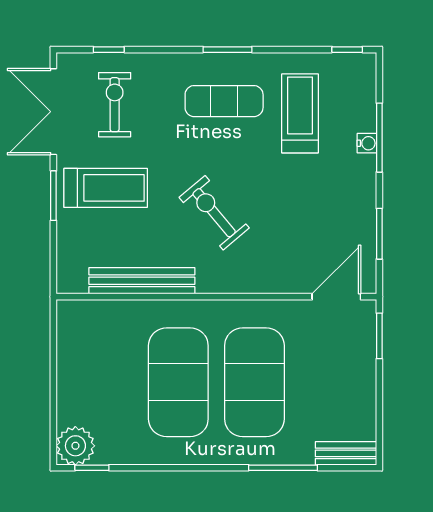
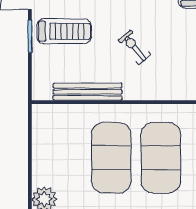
exercise bike: (214, 213) -> (134, 47), width x0.73, depth x0.72

